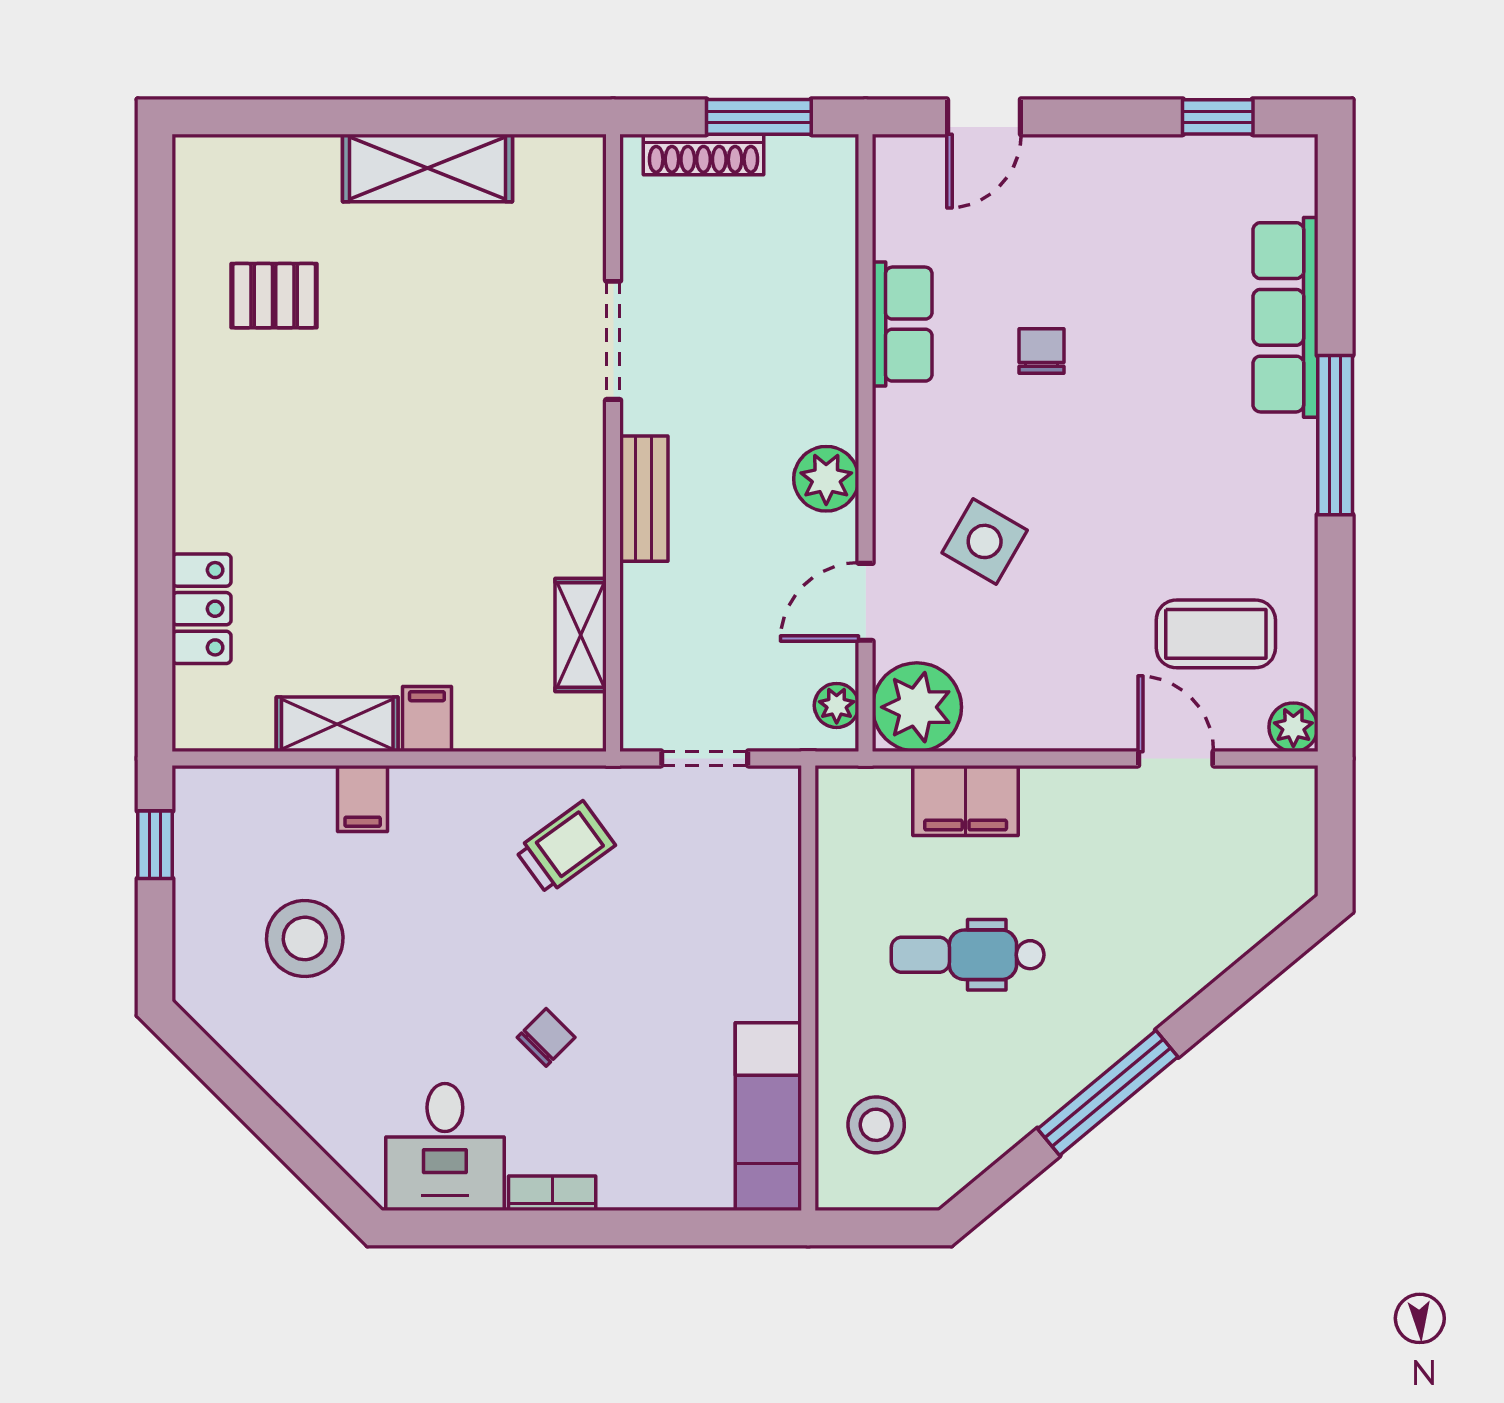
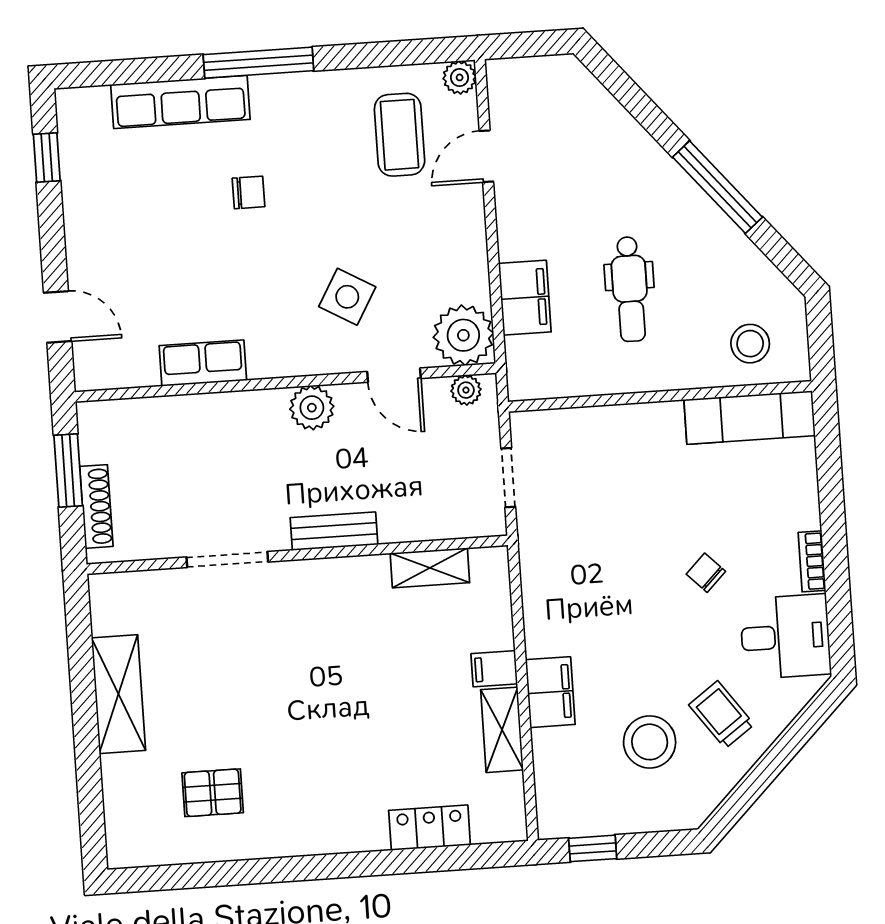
pallet: (274, 296) -> (213, 793), turned 90
chair: (1041, 351) -> (248, 192), moved, turned 180
filing cabinet: (363, 798) -> (550, 692), width x2.00
trolley: (565, 848) -> (721, 715), moved

